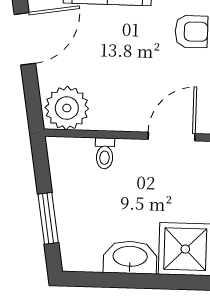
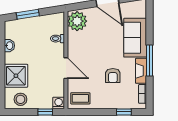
washbasin: (130, 257) -> (9, 46), width x0.52, depth x0.69

